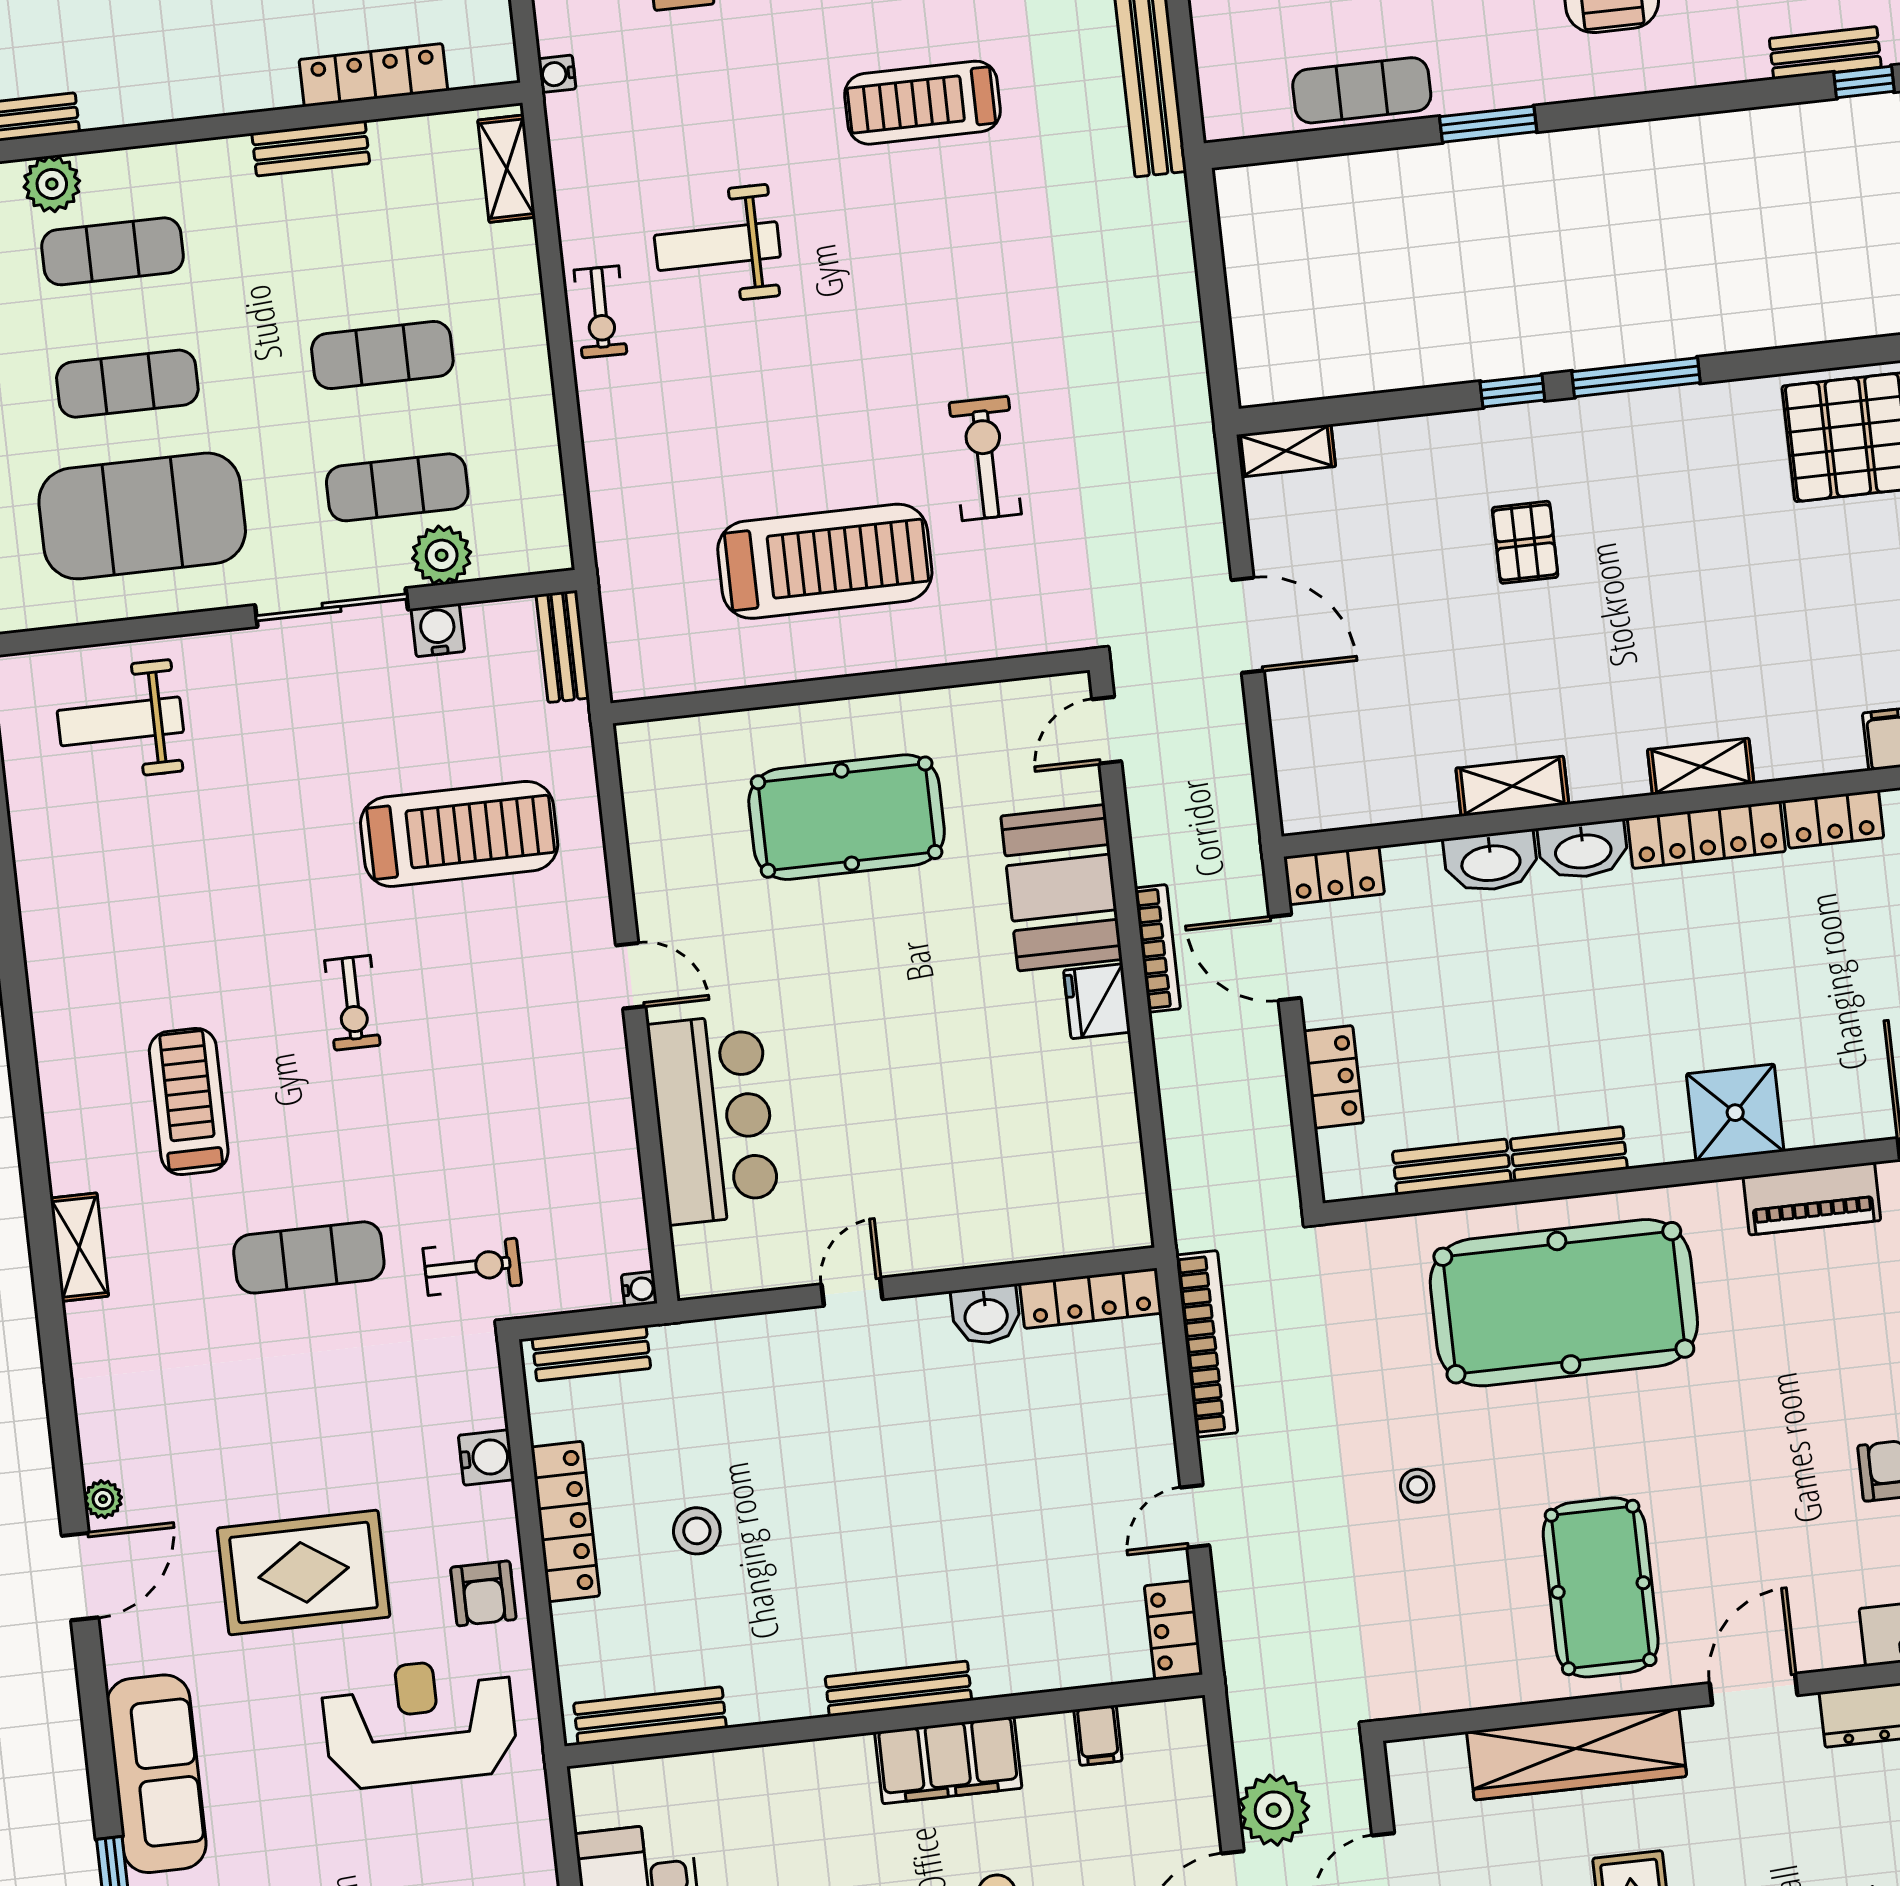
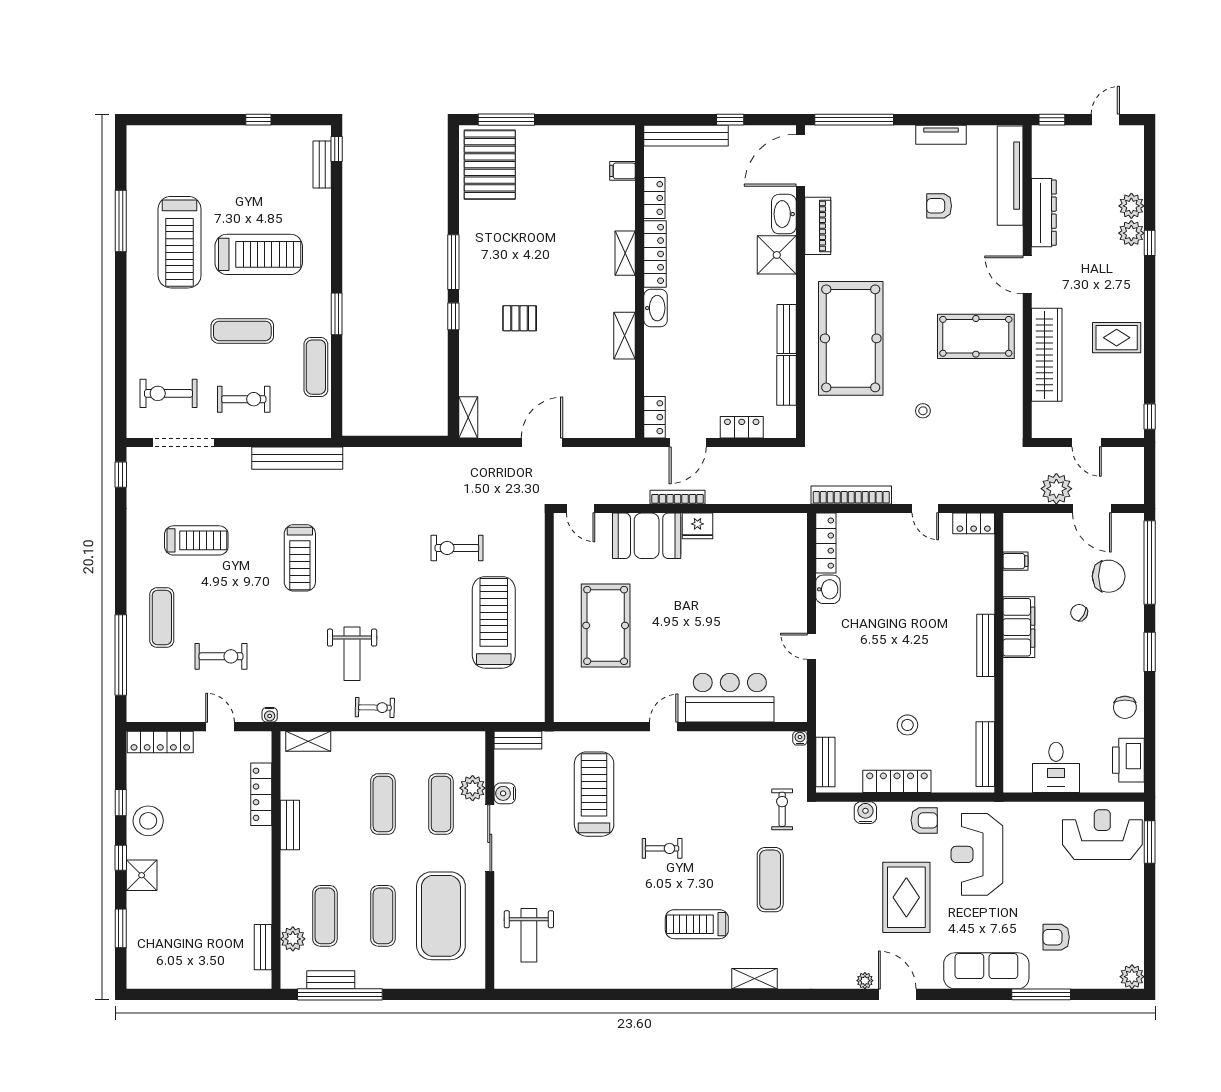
washbasin: (1491, 862) -> (784, 214), moved, turned 180

